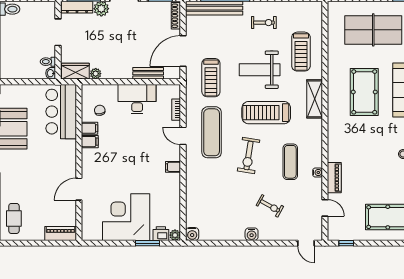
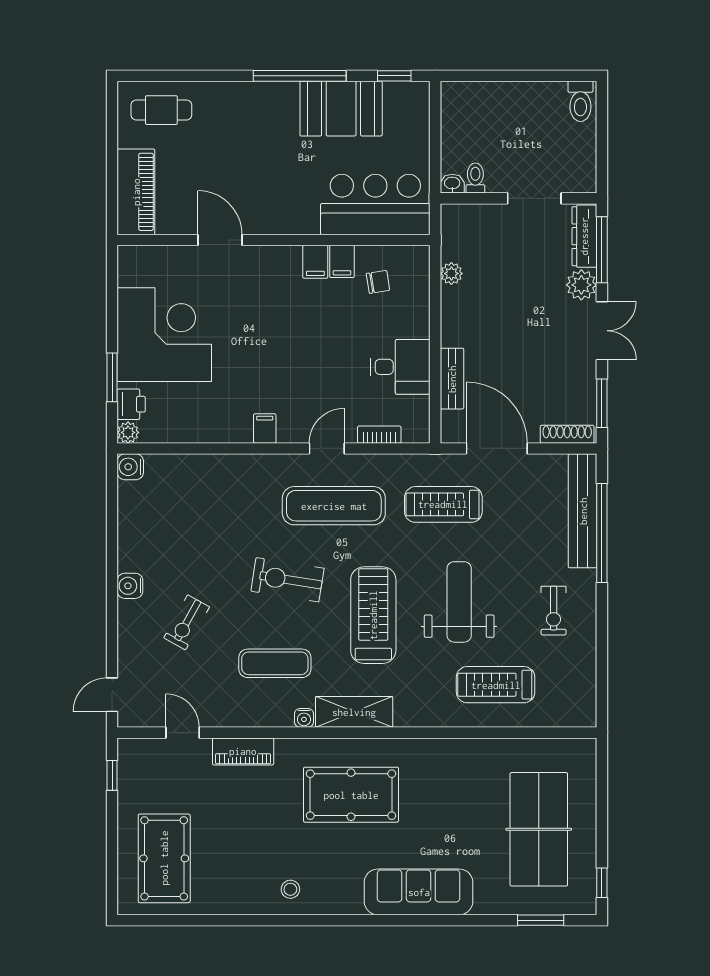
wardrobe: (75, 71) -> (456, 233), removed
pool table: (364, 92) -> (351, 795), moved
desk: (137, 99) -> (400, 367), width x0.73
shelving: (315, 99) -> (354, 712), moved
water cooler: (318, 173) -> (304, 718), moved
door: (325, 208) -> (183, 733), swing flipped
piano: (61, 233) -> (136, 192), width x1.37, depth x1.33

